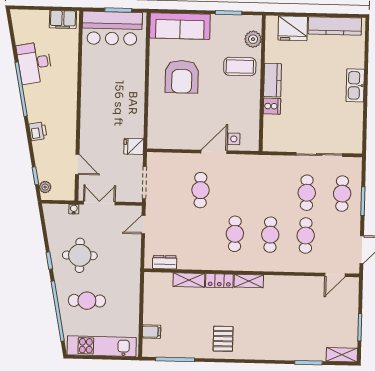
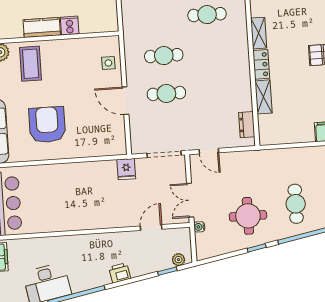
armchair: (182, 77) -> (47, 125), turned -90
door: (214, 152) -> (125, 101), moved
cafe table: (235, 234) -> (164, 56), moved

